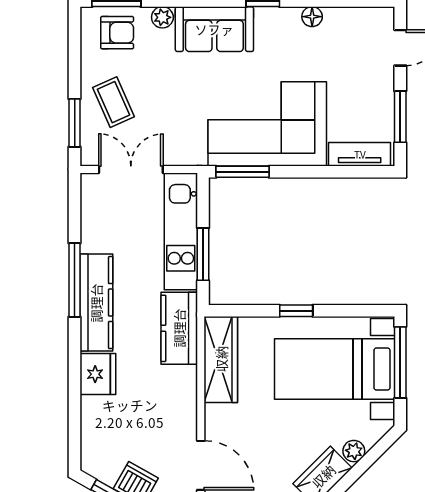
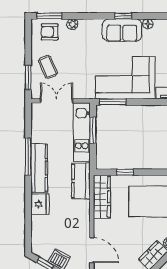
sofa: (214, 29) -> (122, 30), moved
armchair: (117, 33) -> (50, 32), turned 180
window: (203, 254) -> (93, 130), moved
window: (296, 311) -> (125, 172), moved

